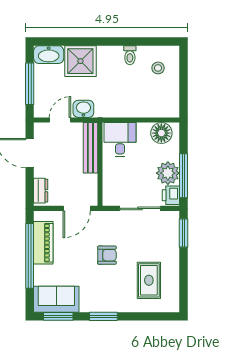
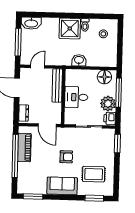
shower: (80, 61) -> (70, 28), moved
washbasin: (83, 109) -> (79, 60), moved
desk: (120, 140) -> (76, 97), moved, turned -90
window: (183, 176) -> (119, 93), moved
door: (77, 208) -> (47, 125), hinge flipped
rug: (149, 280) -> (94, 174), turned 90
sofa: (56, 299) -> (62, 186), moved
window: (103, 316) -> (94, 198), moved

